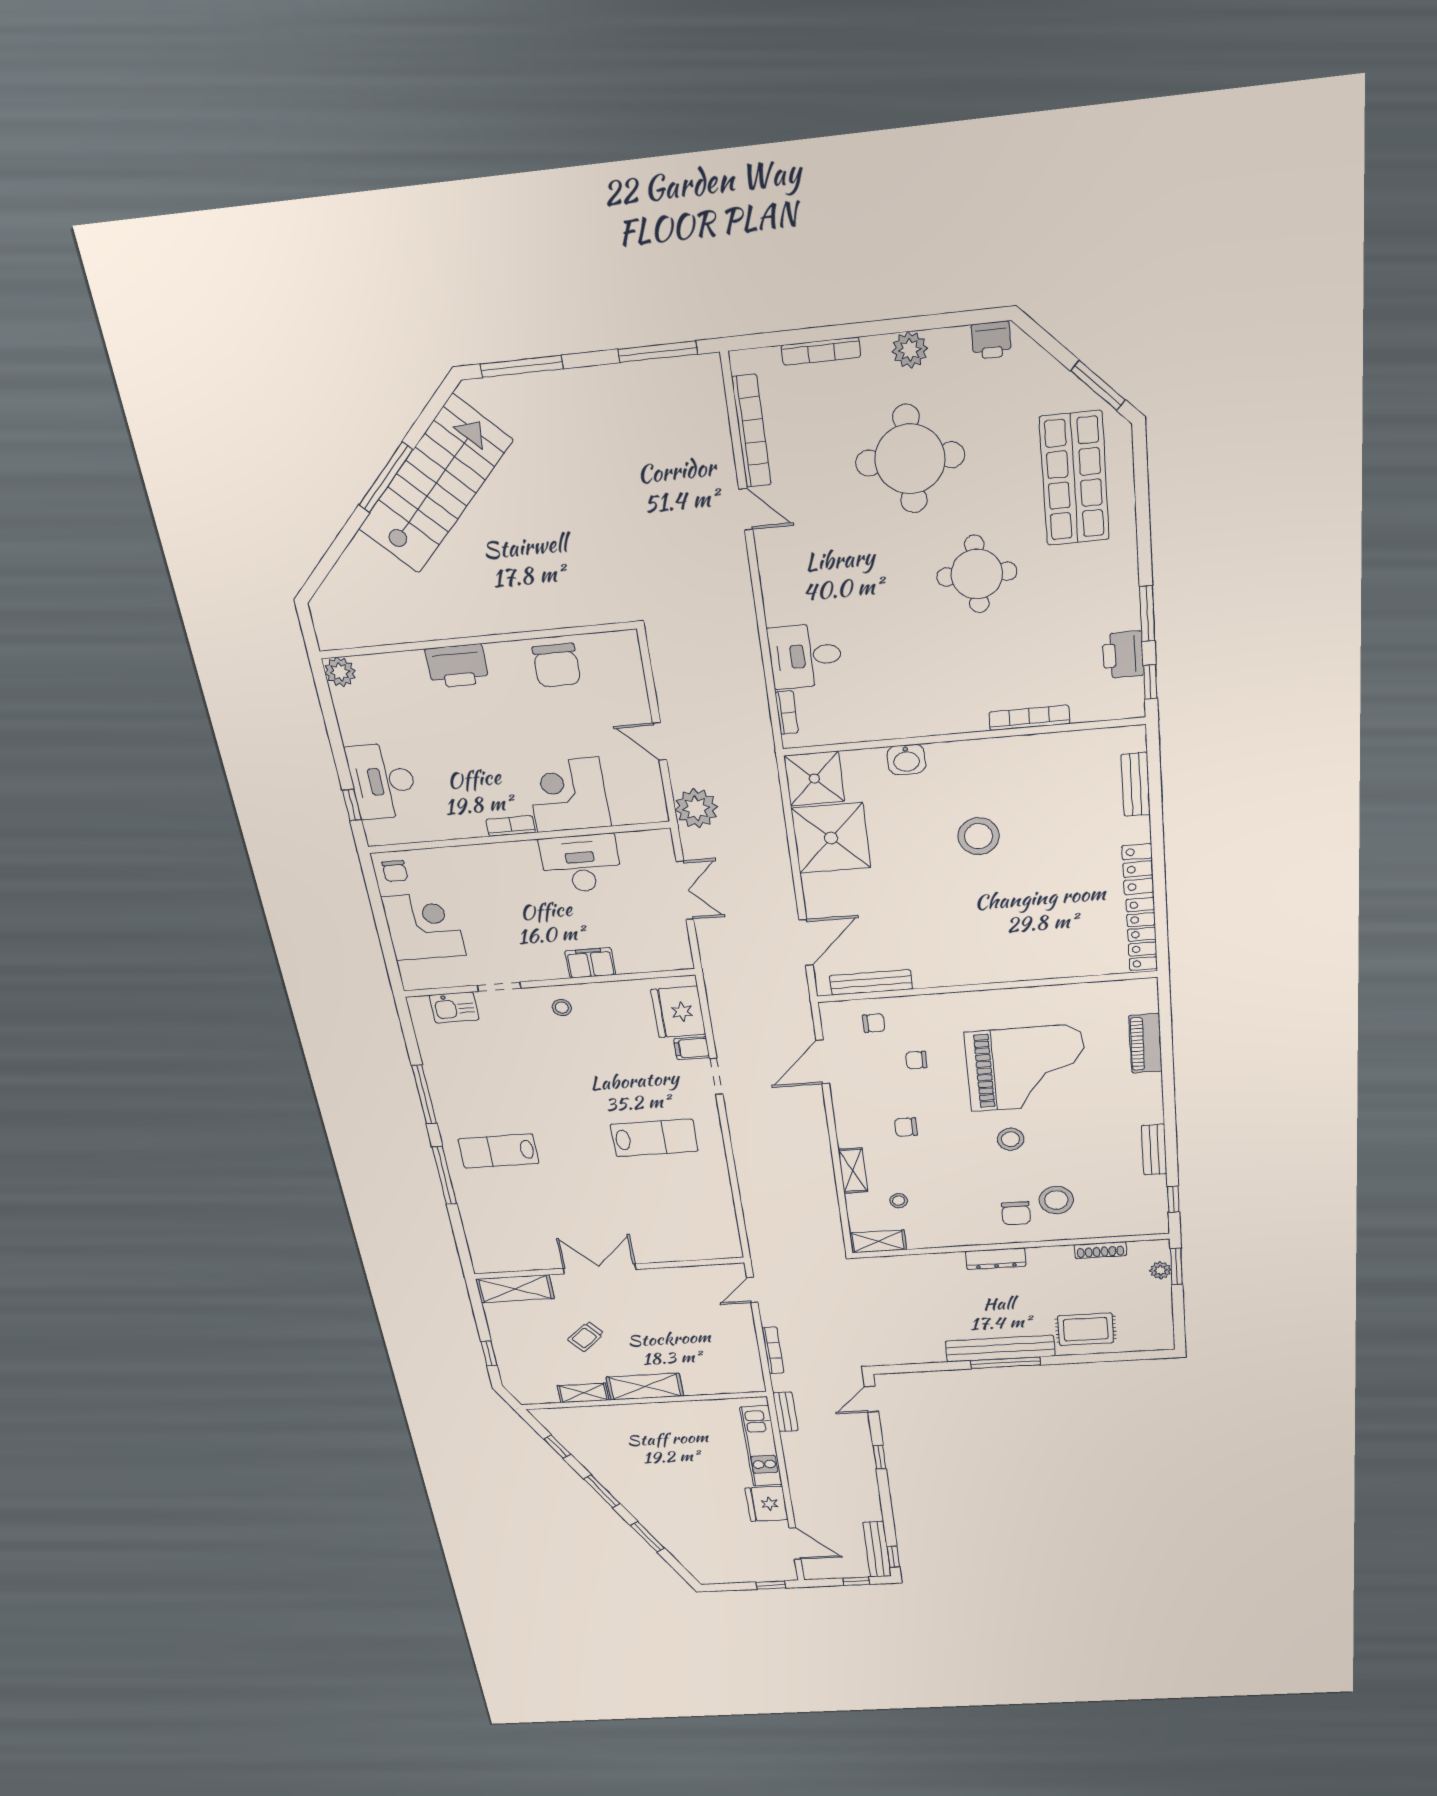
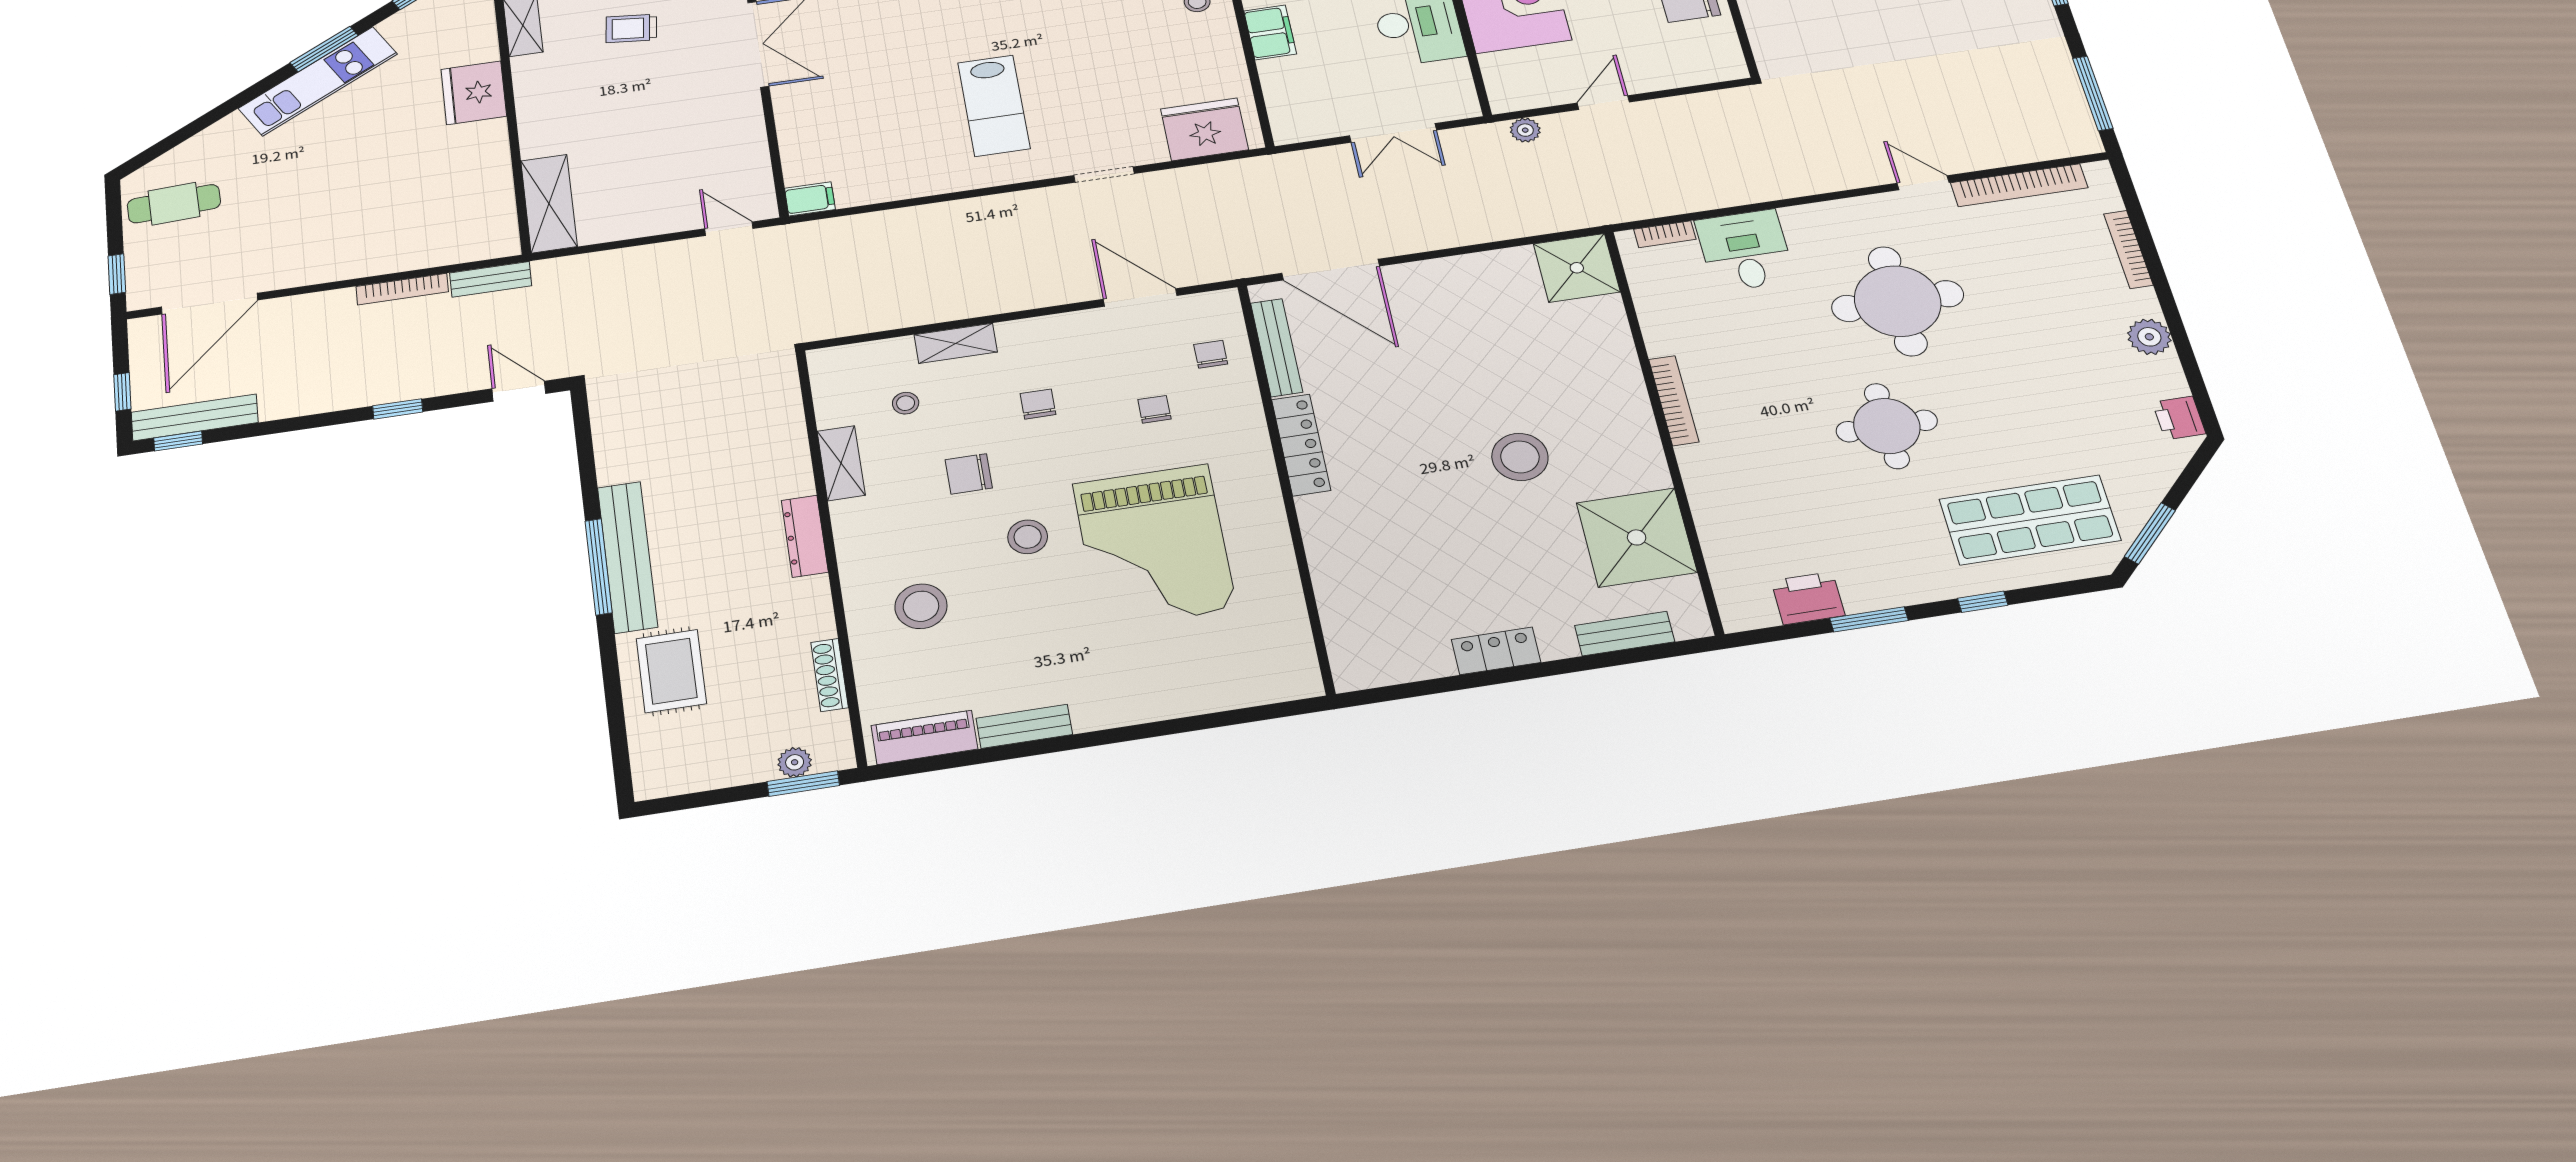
round table: (910, 459) -> (1898, 301), moved
door: (746, 509) -> (1923, 183), swing flipped
window: (1150, 682) -> (1983, 602), moved
bookcase: (1029, 718) -> (1674, 401), moved
washbasin: (906, 760) -> (1620, 367), removed
plant: (696, 808) -> (1525, 130), width x0.53, depth x0.53
shower: (831, 838) -> (1637, 537), moved
locker: (1142, 934) -> (1301, 445), moved, turned 90
door: (806, 943) -> (1331, 270), width x1.36
chair: (874, 1023) -> (1211, 354), turned 180
piano: (1146, 1043) -> (924, 737), moved
filing cabinet: (692, 1048) -> (810, 199), moved, turned 90
window: (1173, 1199) -> (934, 763), removed
chair: (1016, 1213) -> (969, 474), moved
shelving: (878, 1241) -> (841, 463), moved
trolley: (586, 1337) -> (631, 28), turned -43
bookcase: (773, 1350) -> (402, 289), moved
shelving: (645, 1387) -> (549, 204), moved
kitchen unit: (761, 1446) -> (318, 81), moved, turned 150
fridge: (767, 1504) -> (474, 93), moved, turned -90
window: (648, 1537) -> (227, 108), removed
door: (795, 1544) -> (210, 304), width x1.36
cafe table: (720, 1560) -> (174, 204), added

